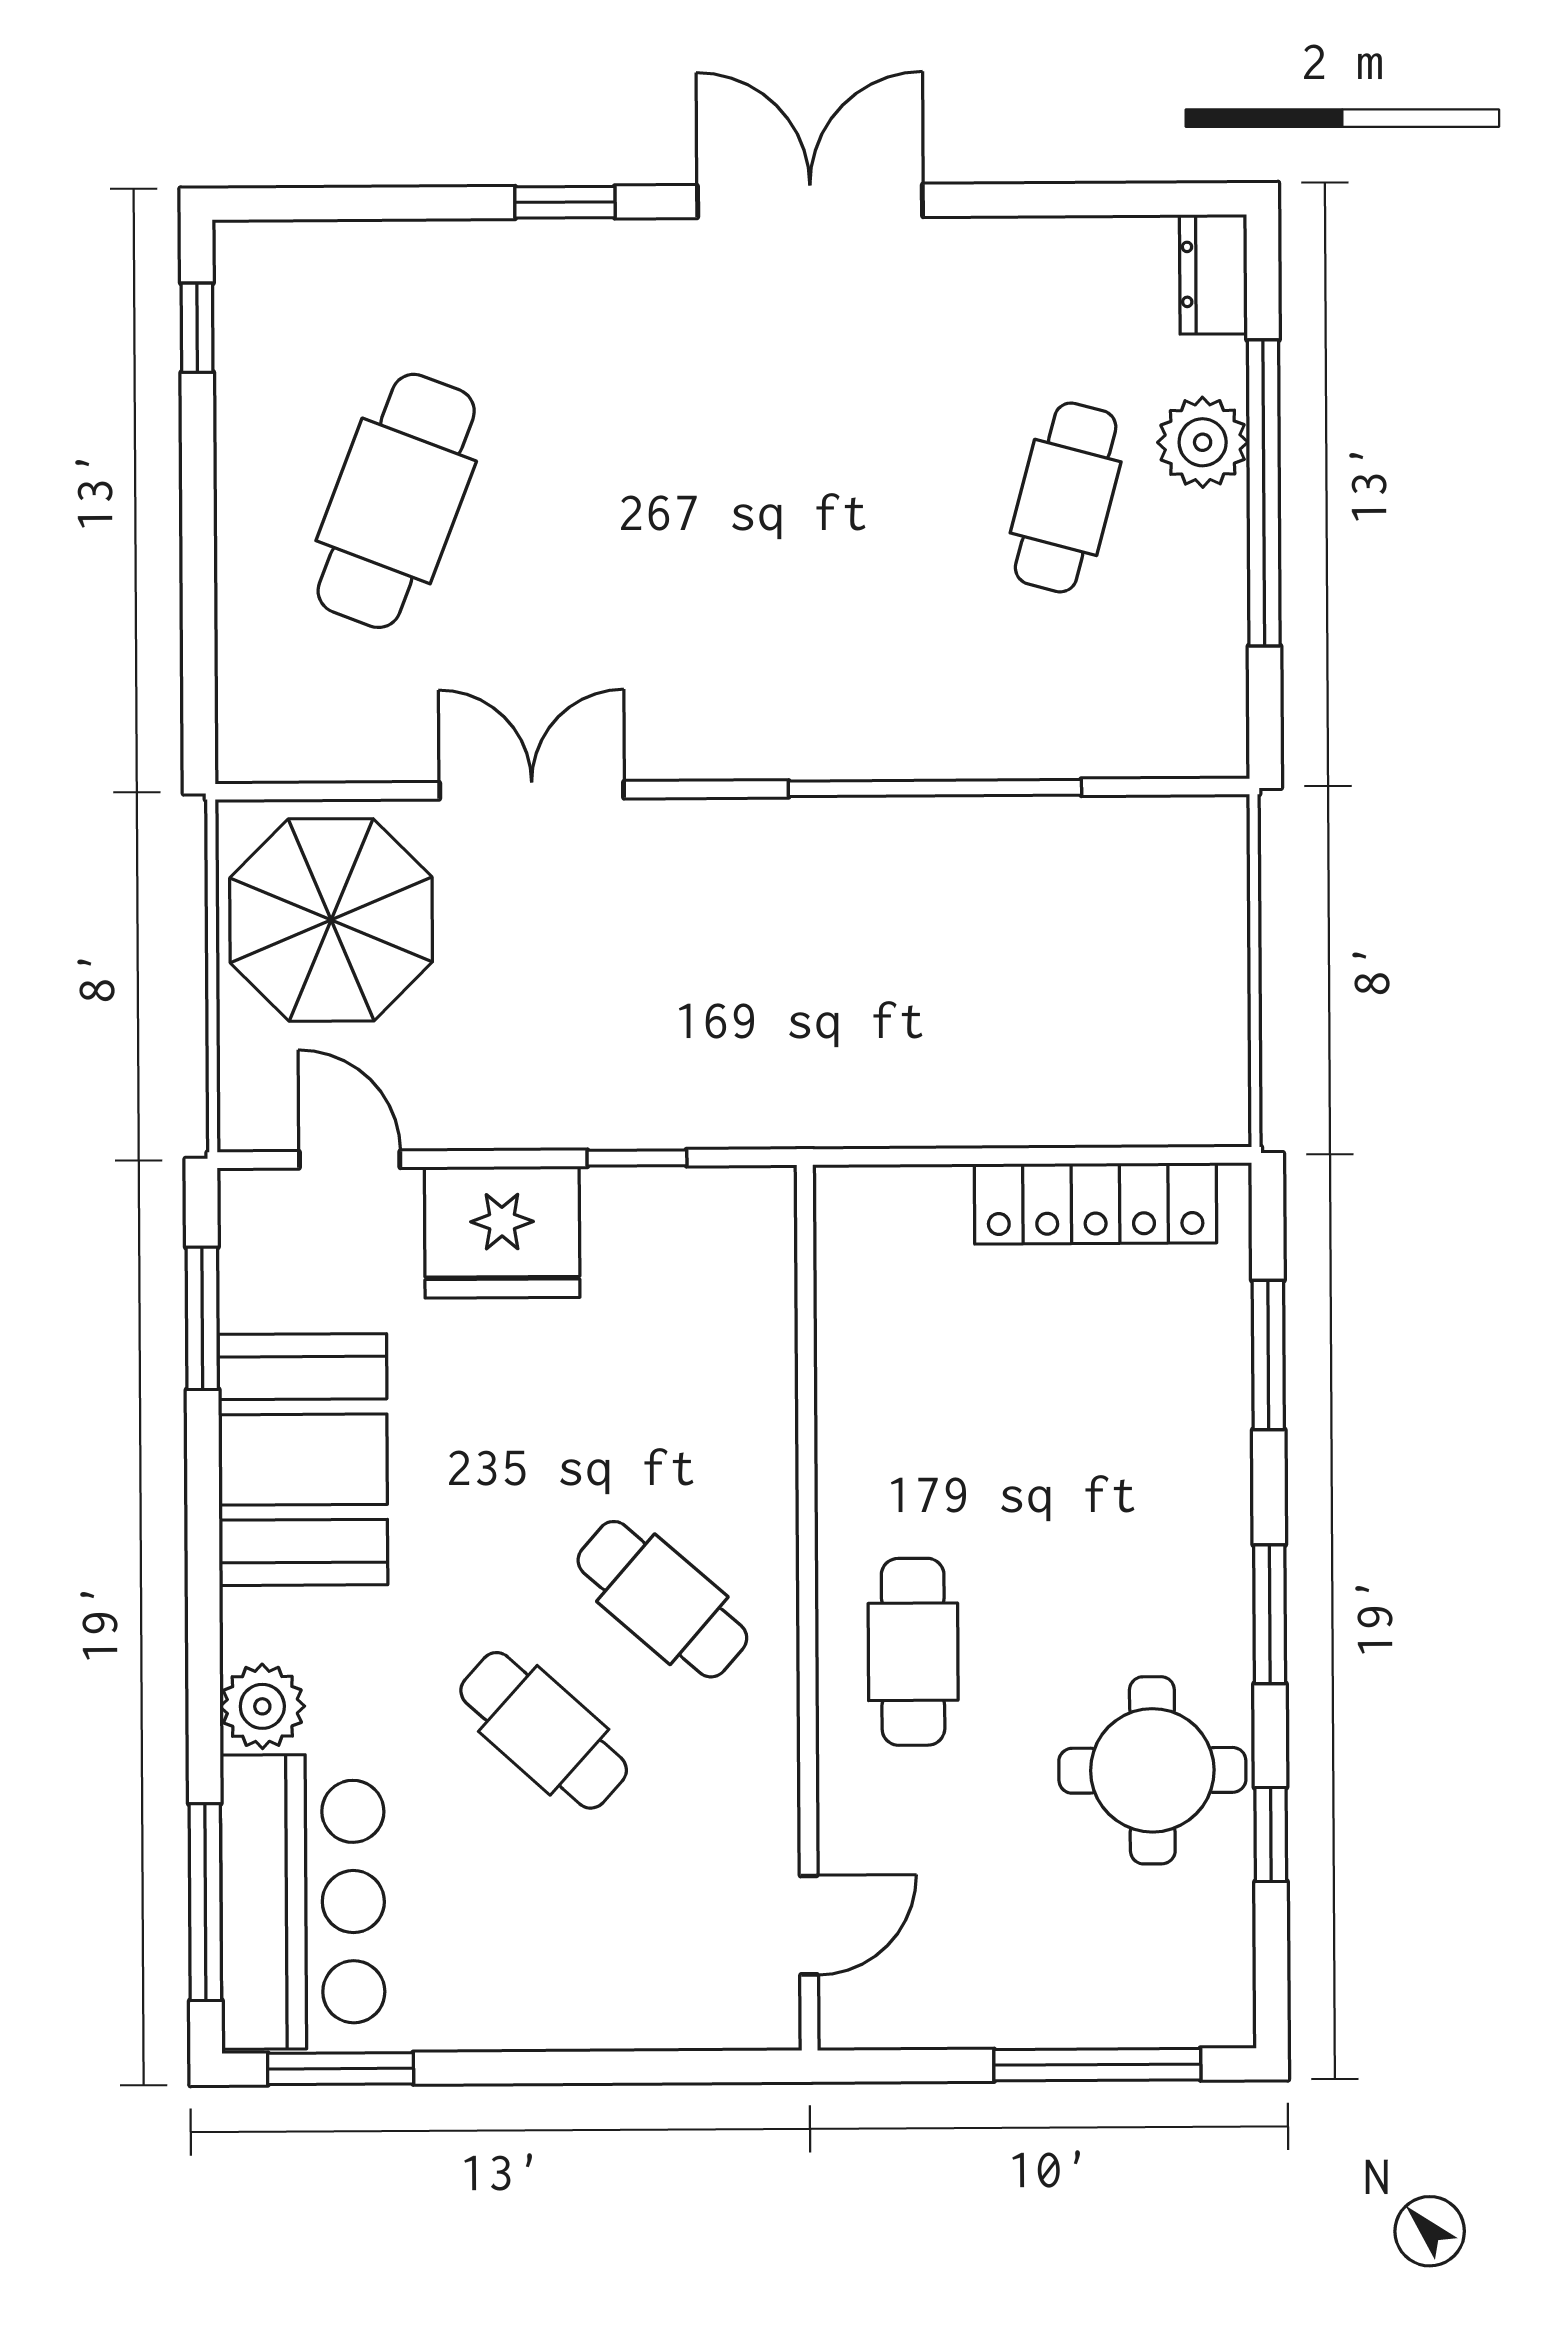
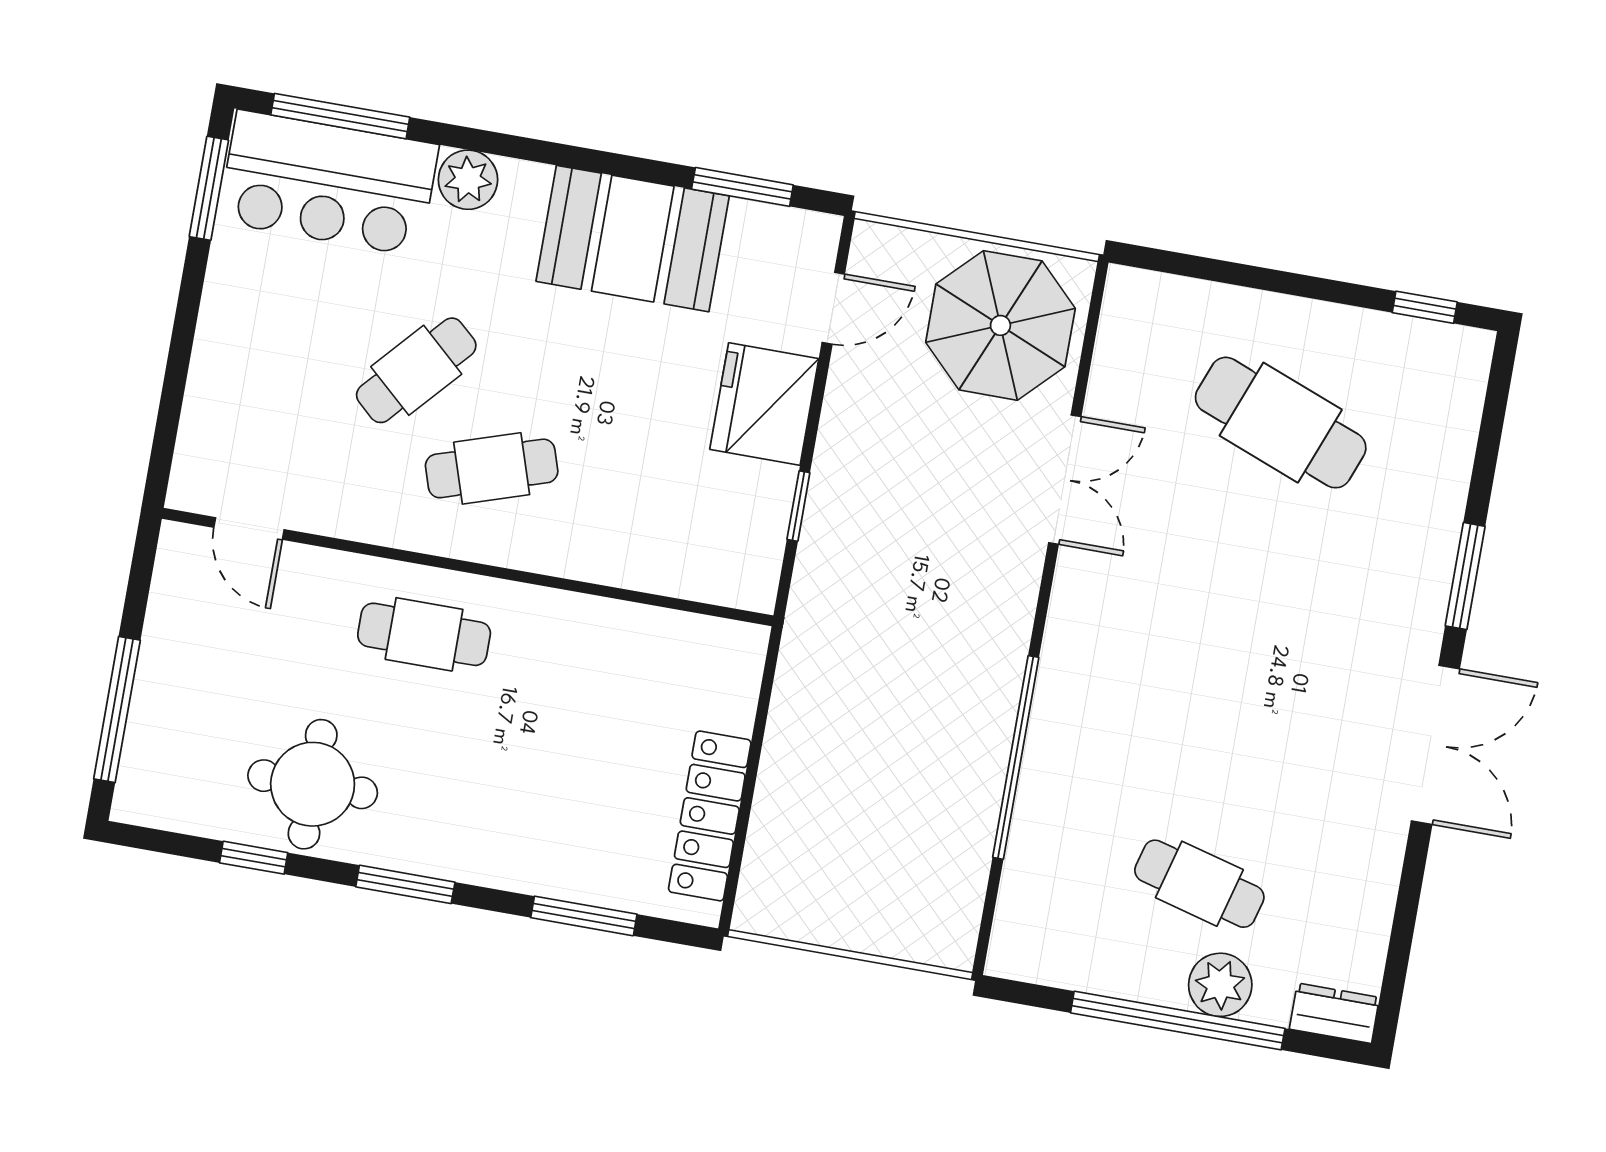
window: (565, 202) -> (1465, 576), width x1.50
cafe table: (662, 1599) -> (492, 468), turned 31

